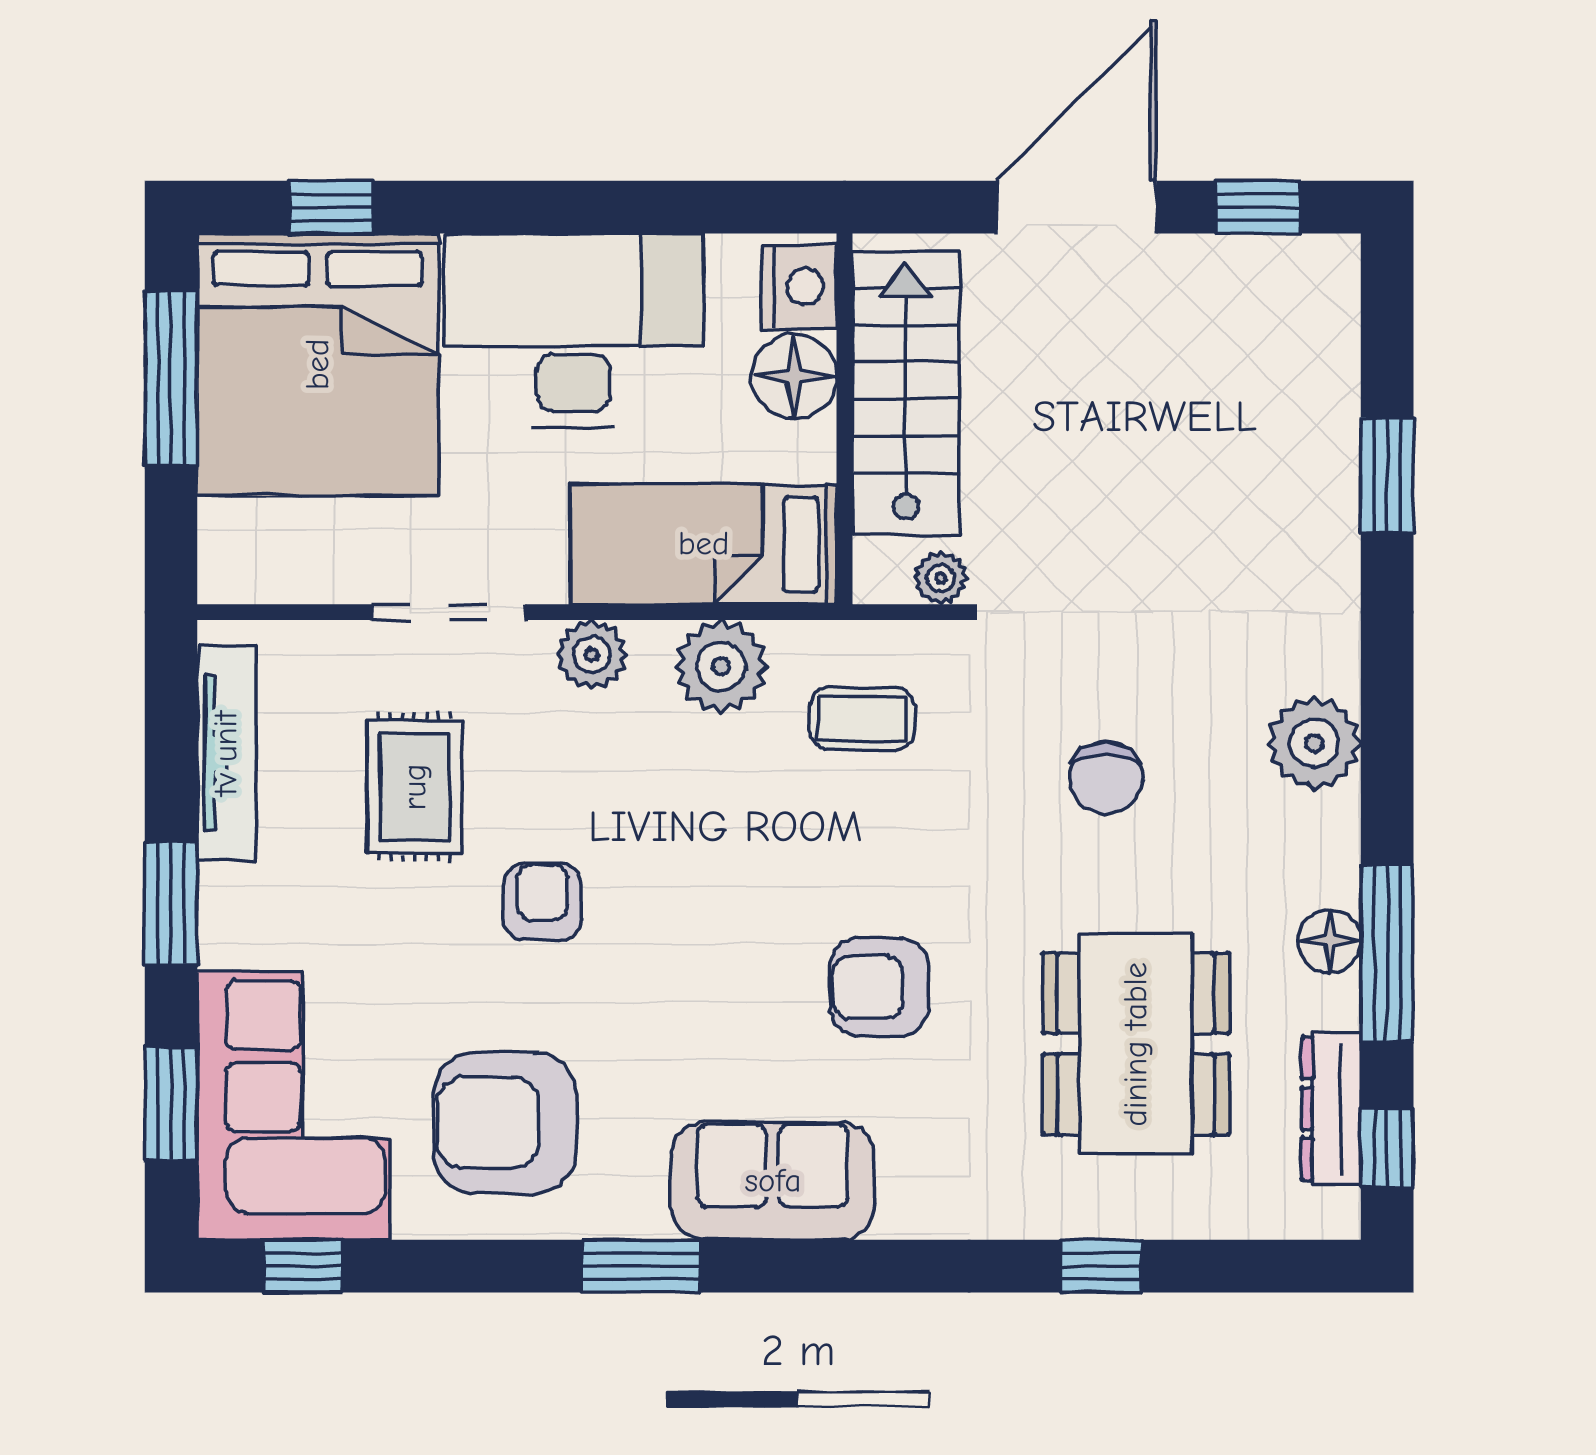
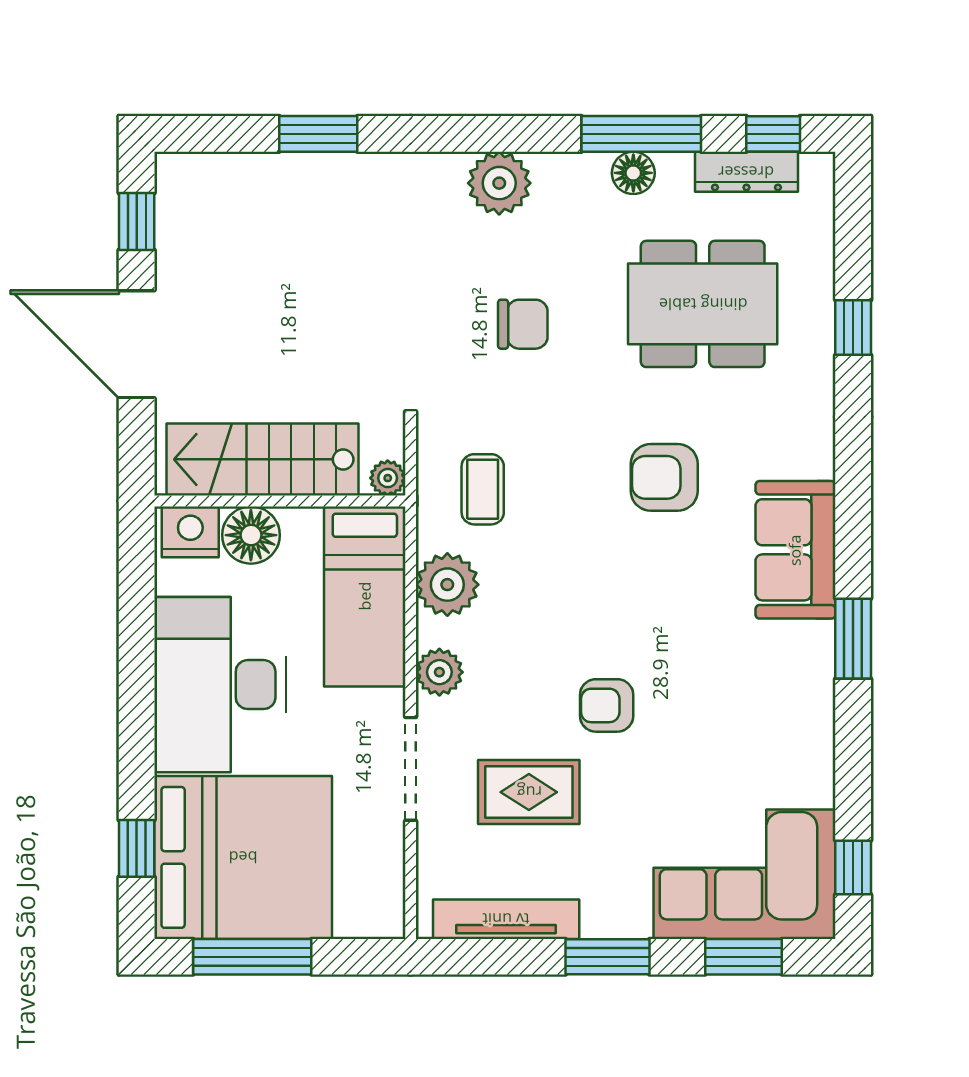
plant: (941, 578) -> (388, 478), moved
armchair: (880, 987) -> (664, 477), turned 90
armchair: (505, 1123) -> (756, 731), removed

